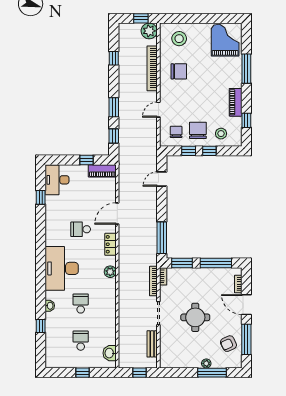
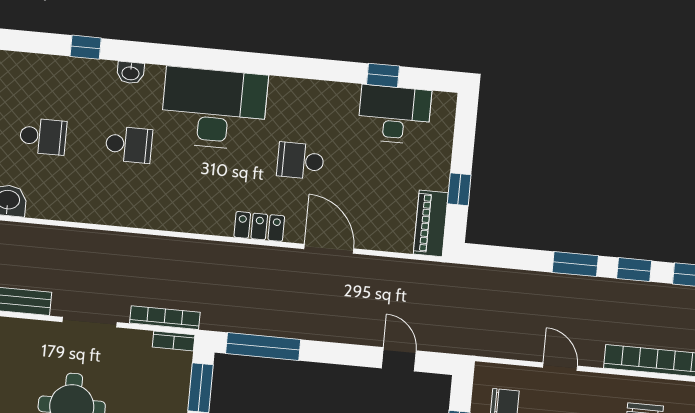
window: (114, 136) -> (634, 270), moved
desk: (57, 180) -> (394, 115), moved
school desk: (81, 229) -> (300, 161), turned -90
plant: (110, 272) -> (196, 220), removed

